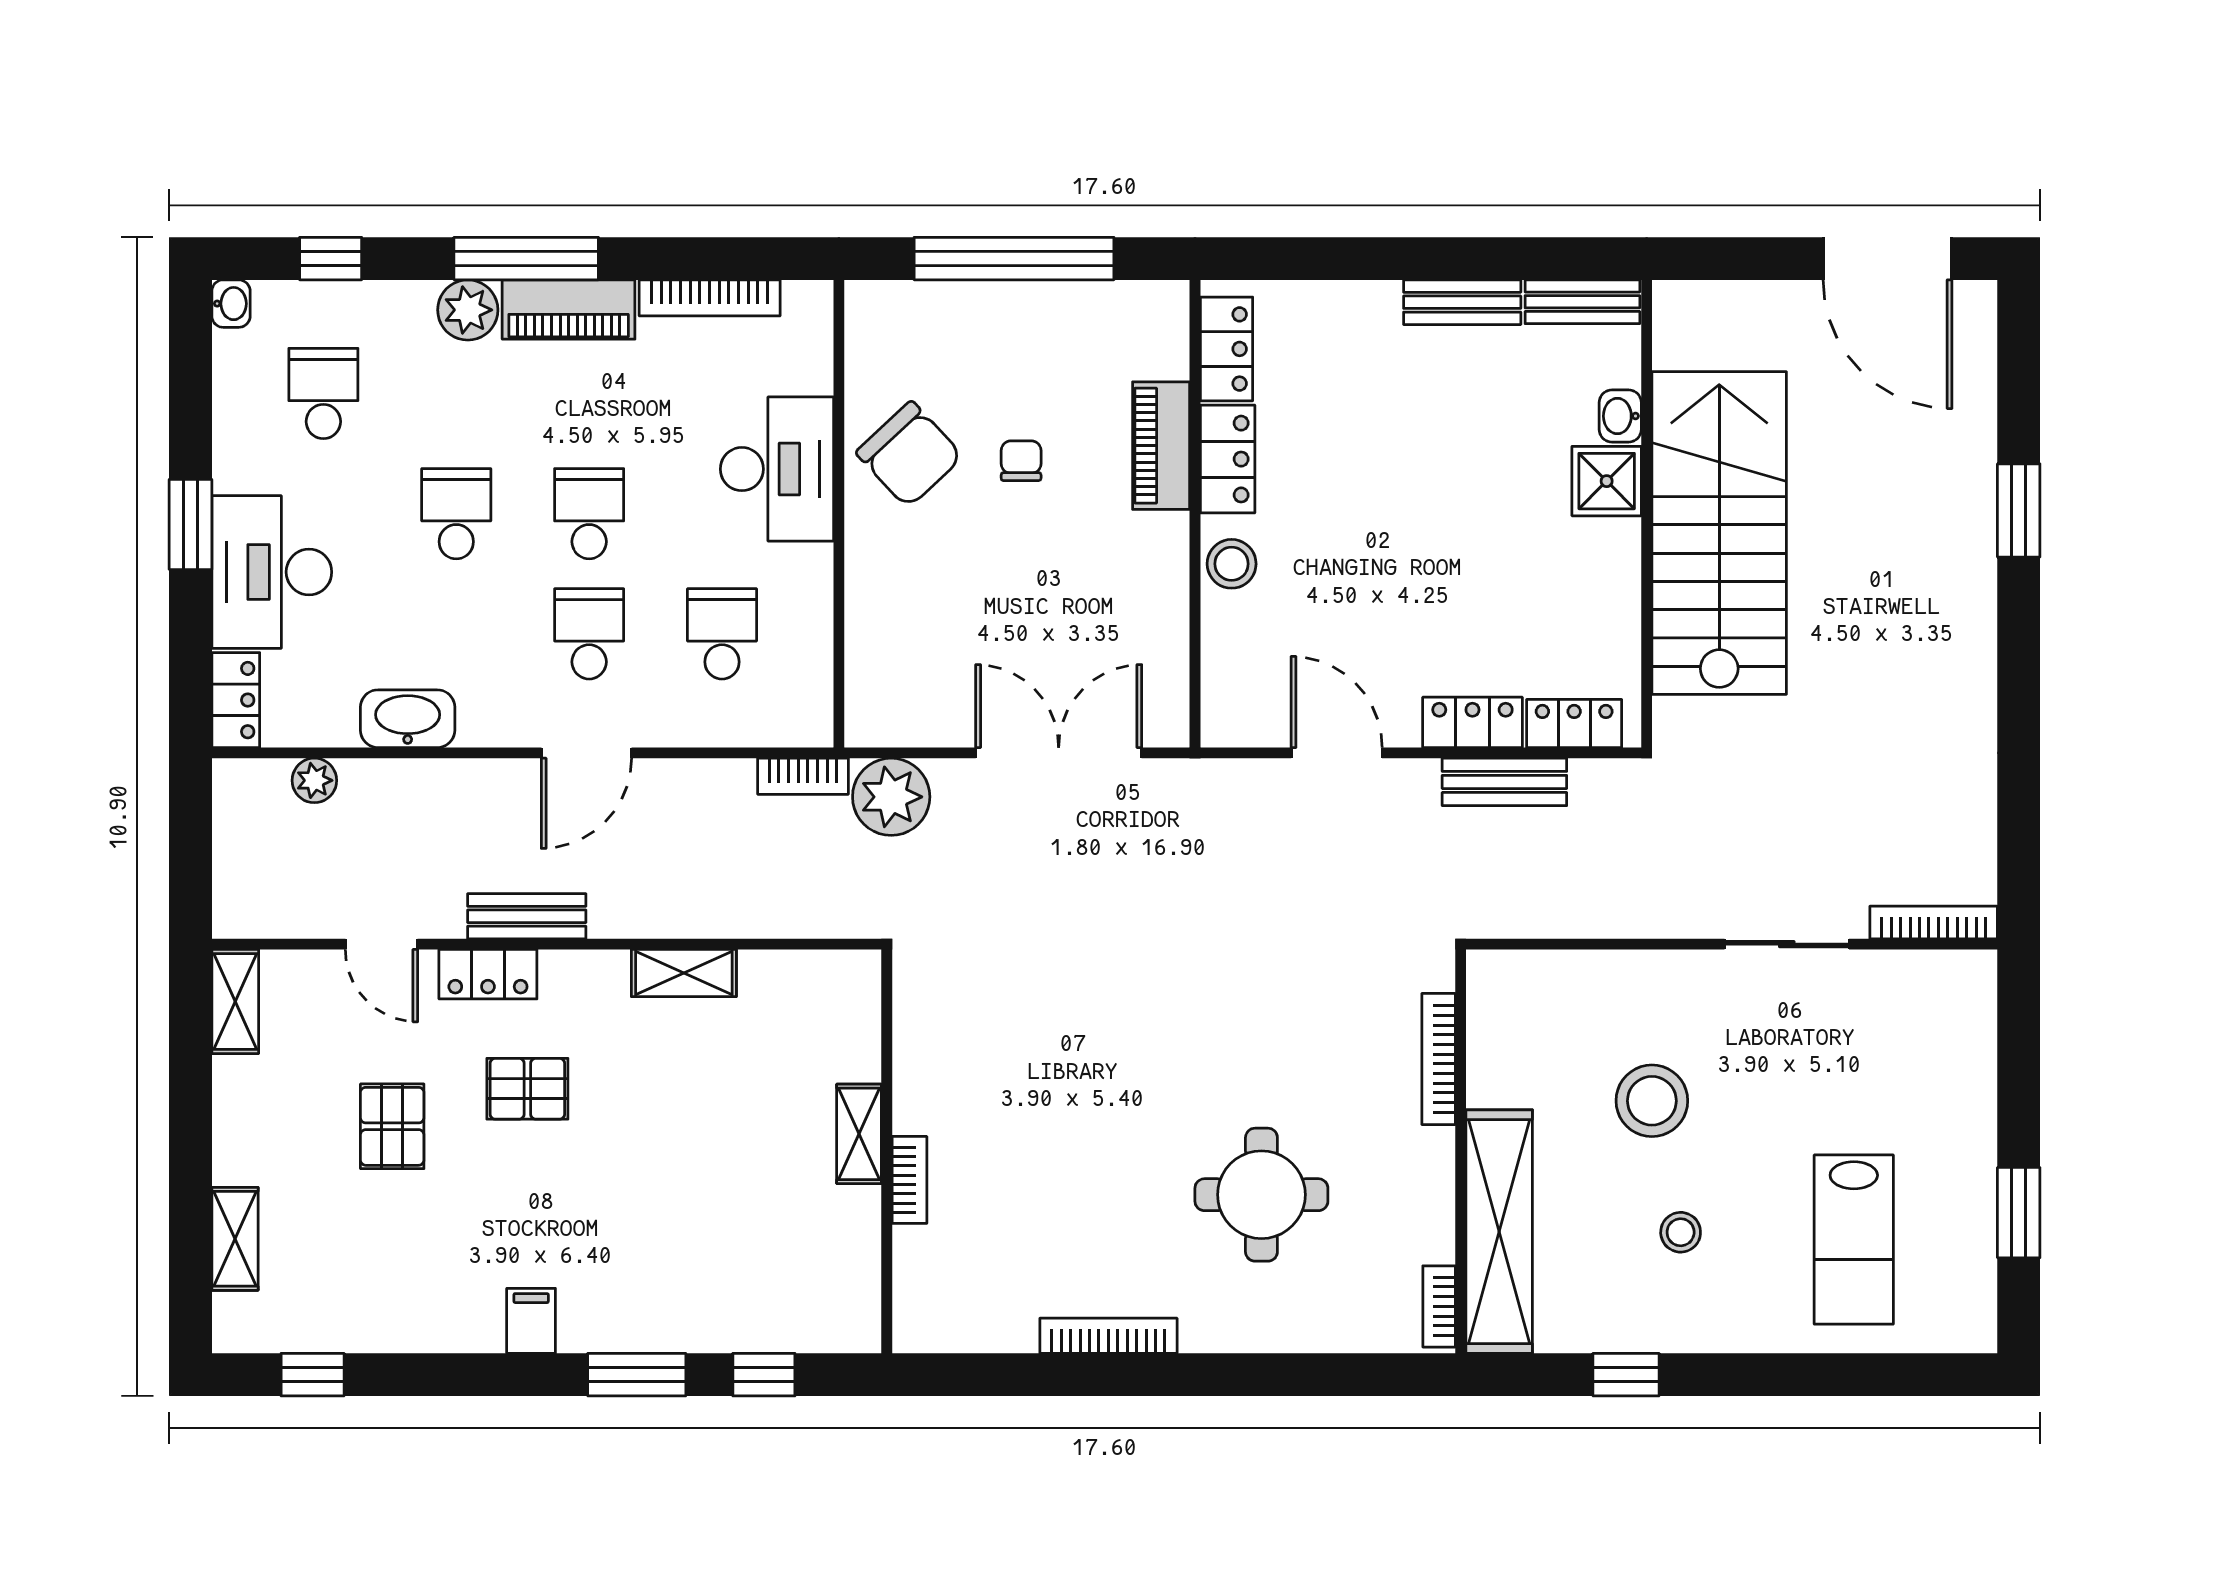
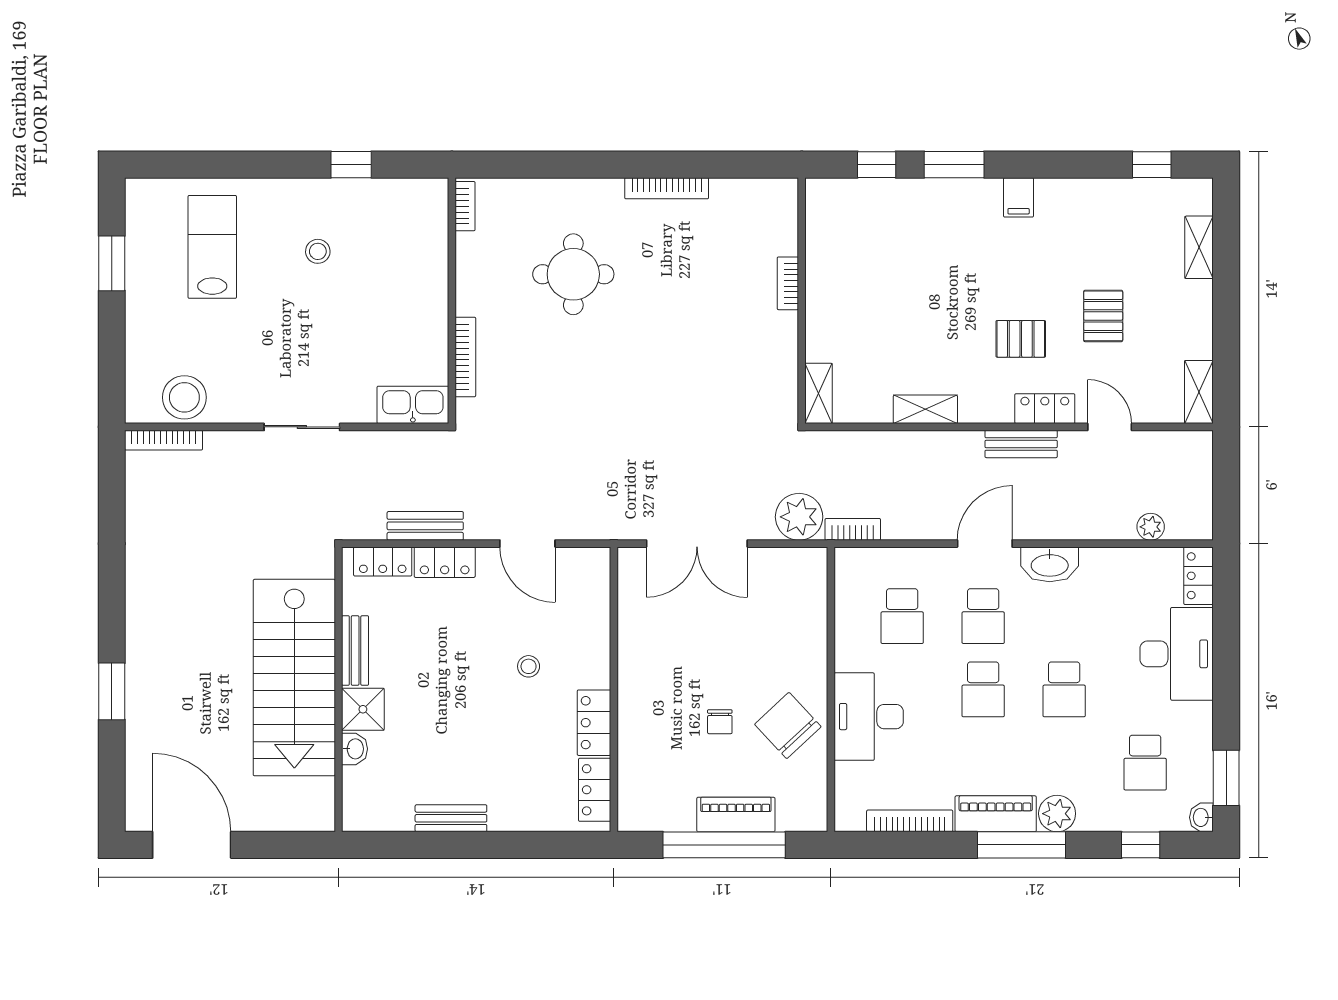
bench: (1582, 302) -> (355, 651), moved, turned 90
piano: (1161, 446) -> (736, 815), moved, turned -90
window: (191, 524) -> (1226, 778), moved
stool: (1232, 564) -> (529, 666), moved, width x0.73, depth x0.73
washbasin: (408, 719) -> (1050, 564), moved
sliding door: (1787, 944) -> (302, 427), moved
kitchen sink: (1525, 980) -> (413, 405), added
stool: (1652, 1101) -> (184, 397), moved
shelving: (859, 1134) -> (819, 393), moved
shelving: (1499, 1232) -> (428, 252), removed

